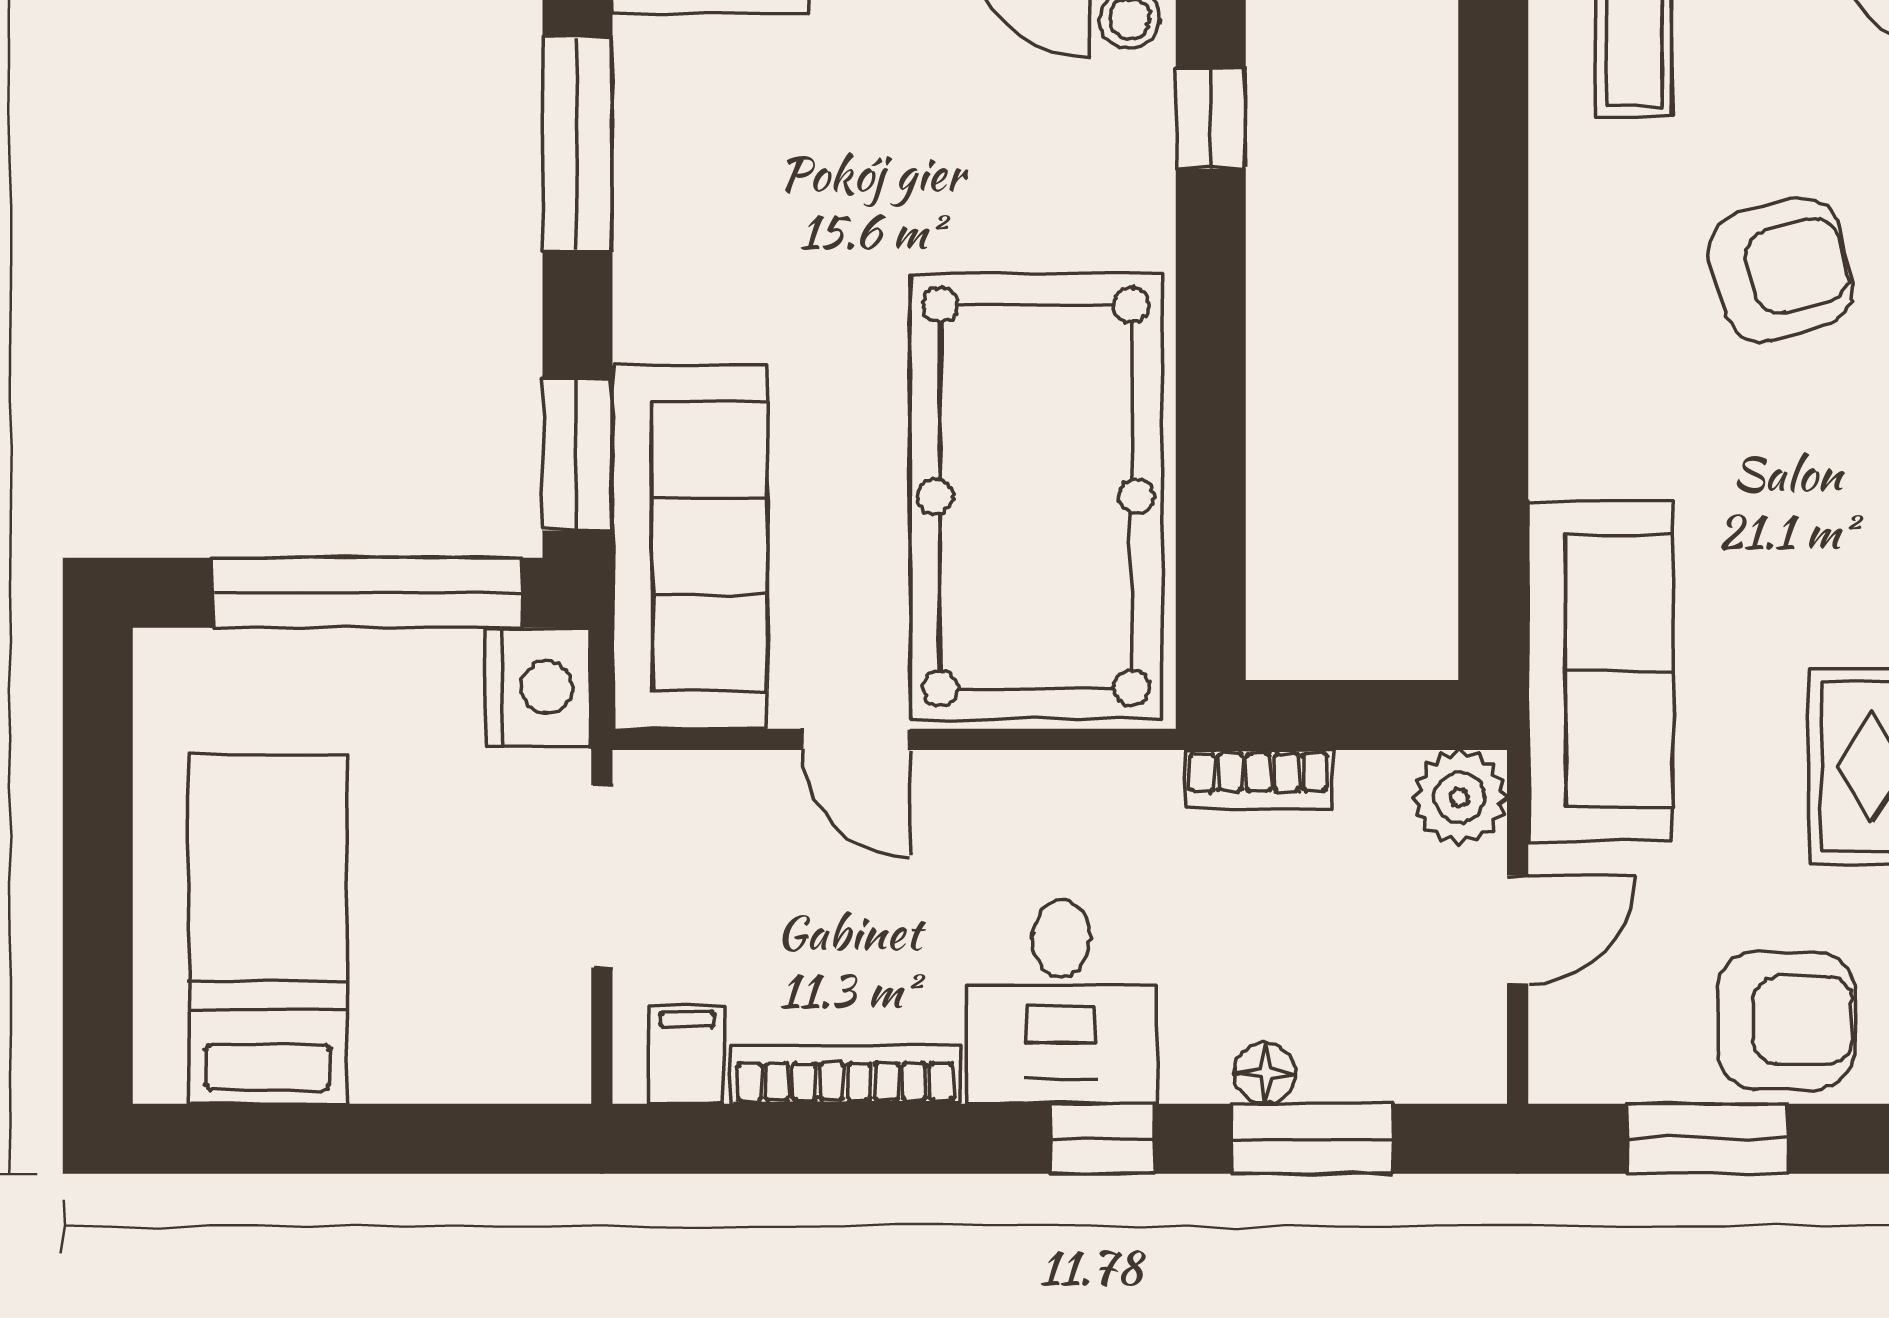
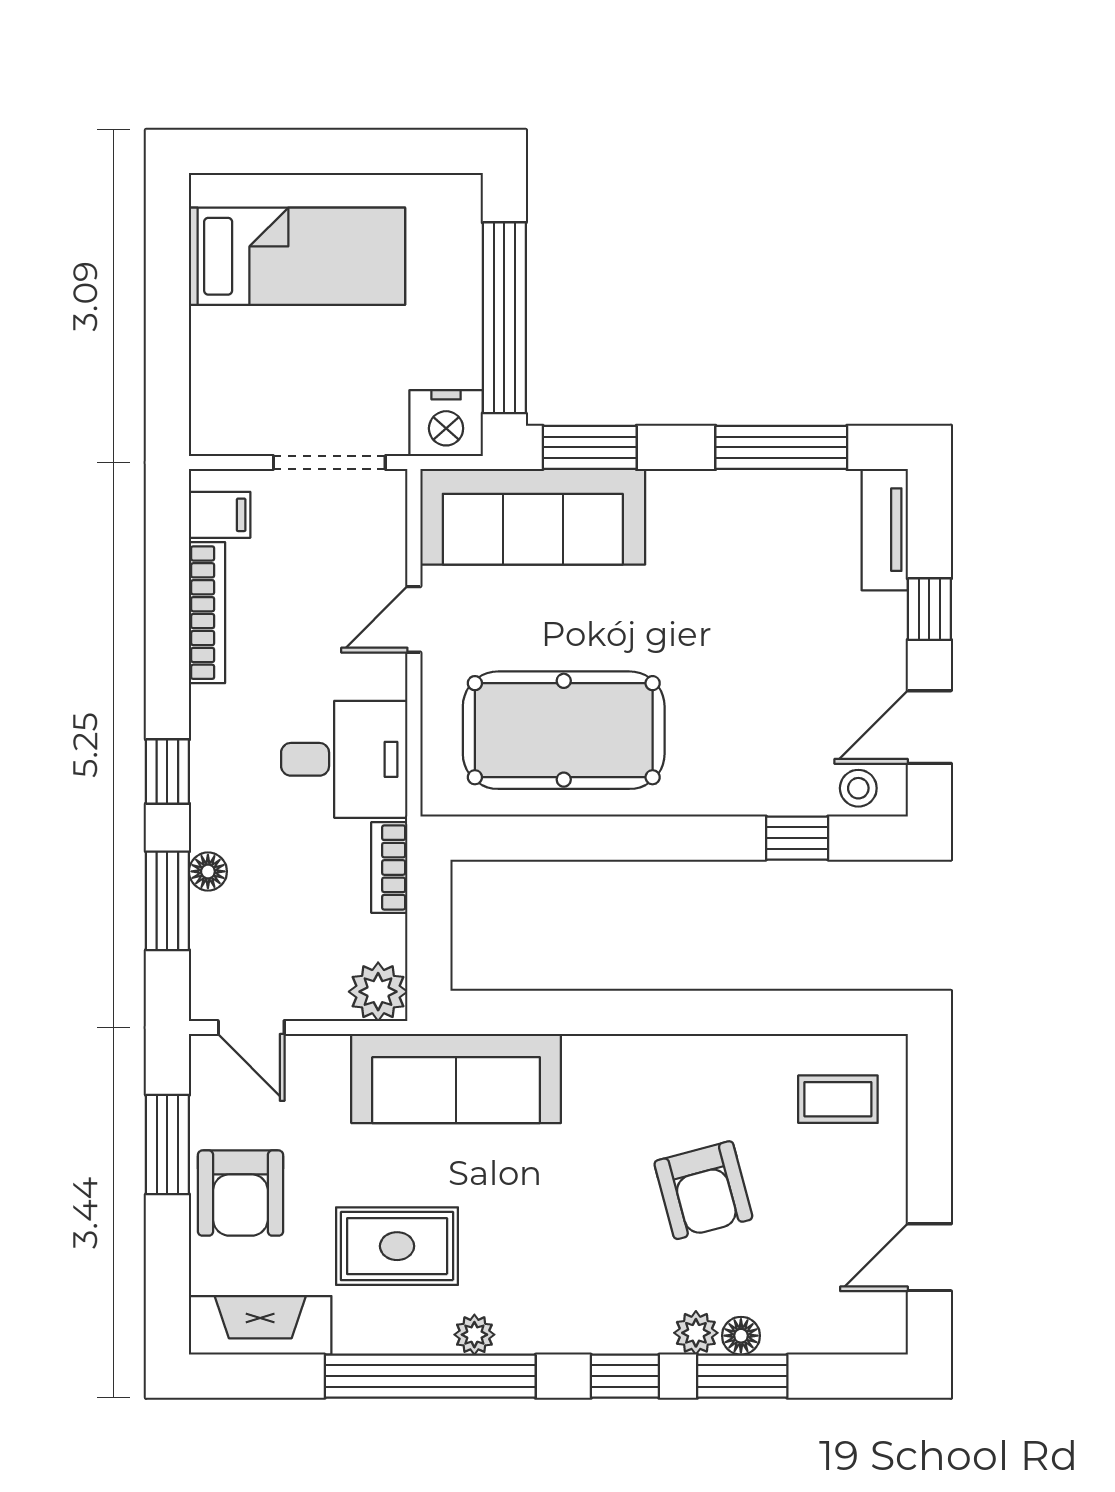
pool table: (1036, 496) -> (564, 730), width x0.73, depth x0.76
door: (1518, 929) -> (251, 1027), moved
desk: (1061, 1002) -> (344, 759), moved, turned 180

